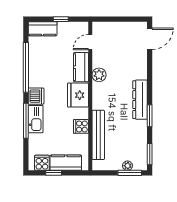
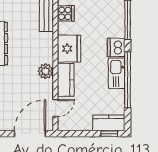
window: (61, 19) -> (109, 134), moved
door: (113, 19) -> (30, 134), added
kitchen sink: (36, 119) -> (117, 73), moved

